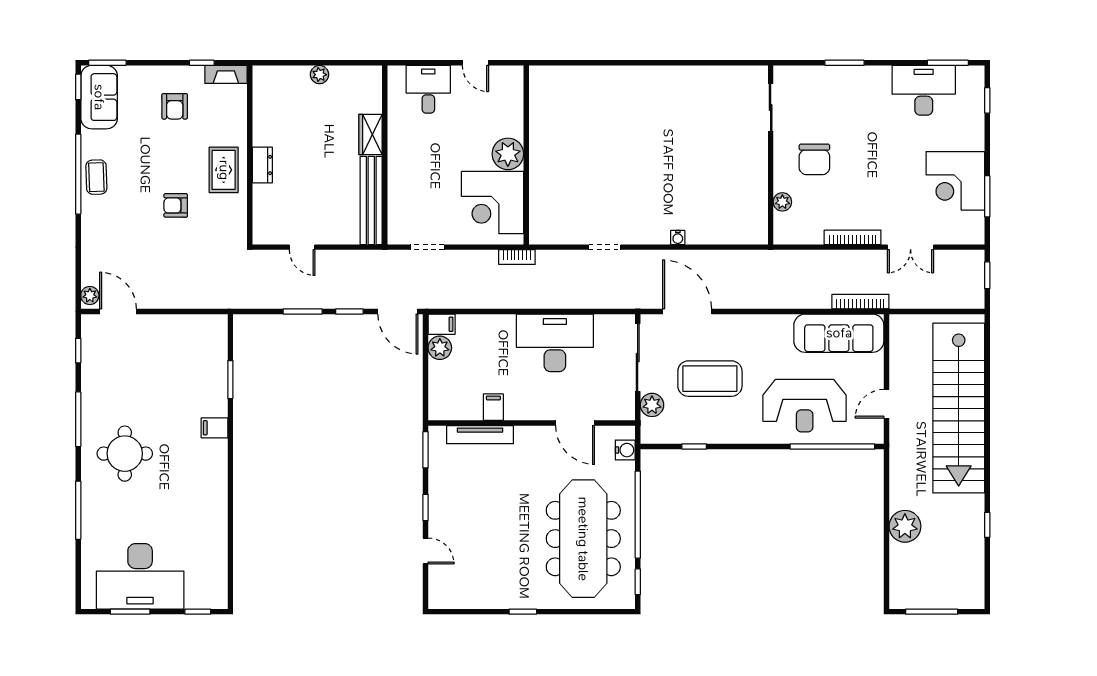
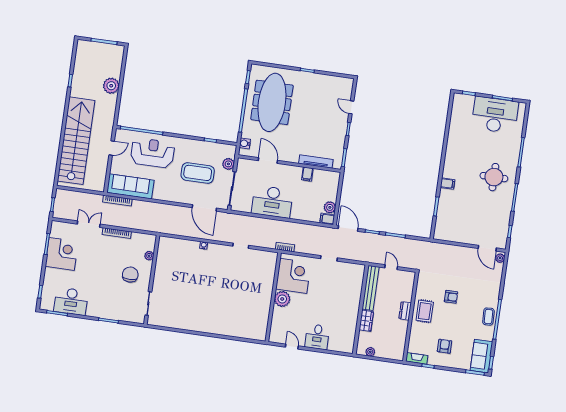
wardrobe: (371, 134) -> (366, 321), moved
wall: (385, 155) -> (361, 310), moved
bench: (371, 200) -> (371, 288), moved

